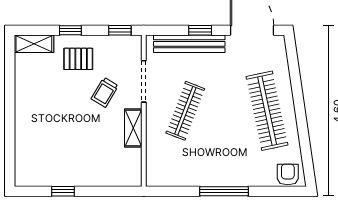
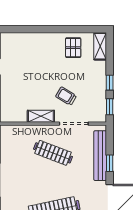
window: (70, 30) -> (110, 83), moved
pallet: (78, 59) -> (73, 48), moved

